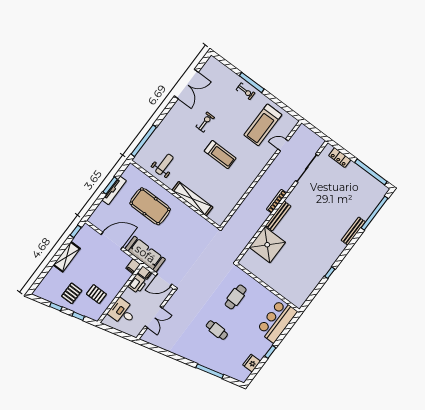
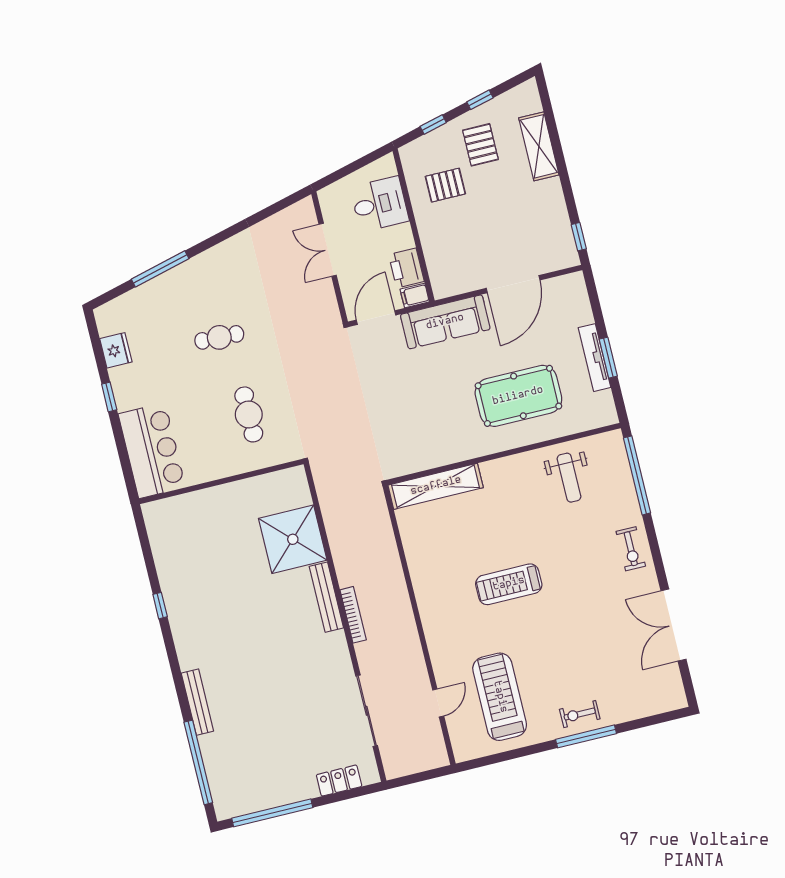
exercise bike: (205, 122) -> (631, 549), moved
shelving: (192, 199) -> (436, 486), moved
shelving: (67, 257) -> (539, 146), moved
filing cabinet: (133, 266) -> (441, 285), removed

